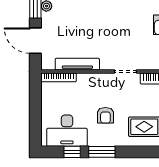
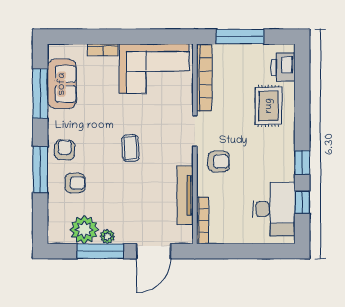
coffee table: (113, 23) -> (130, 148), added
armchair: (105, 115) -> (219, 162), moved
window: (102, 152) -> (302, 163), width x0.67

